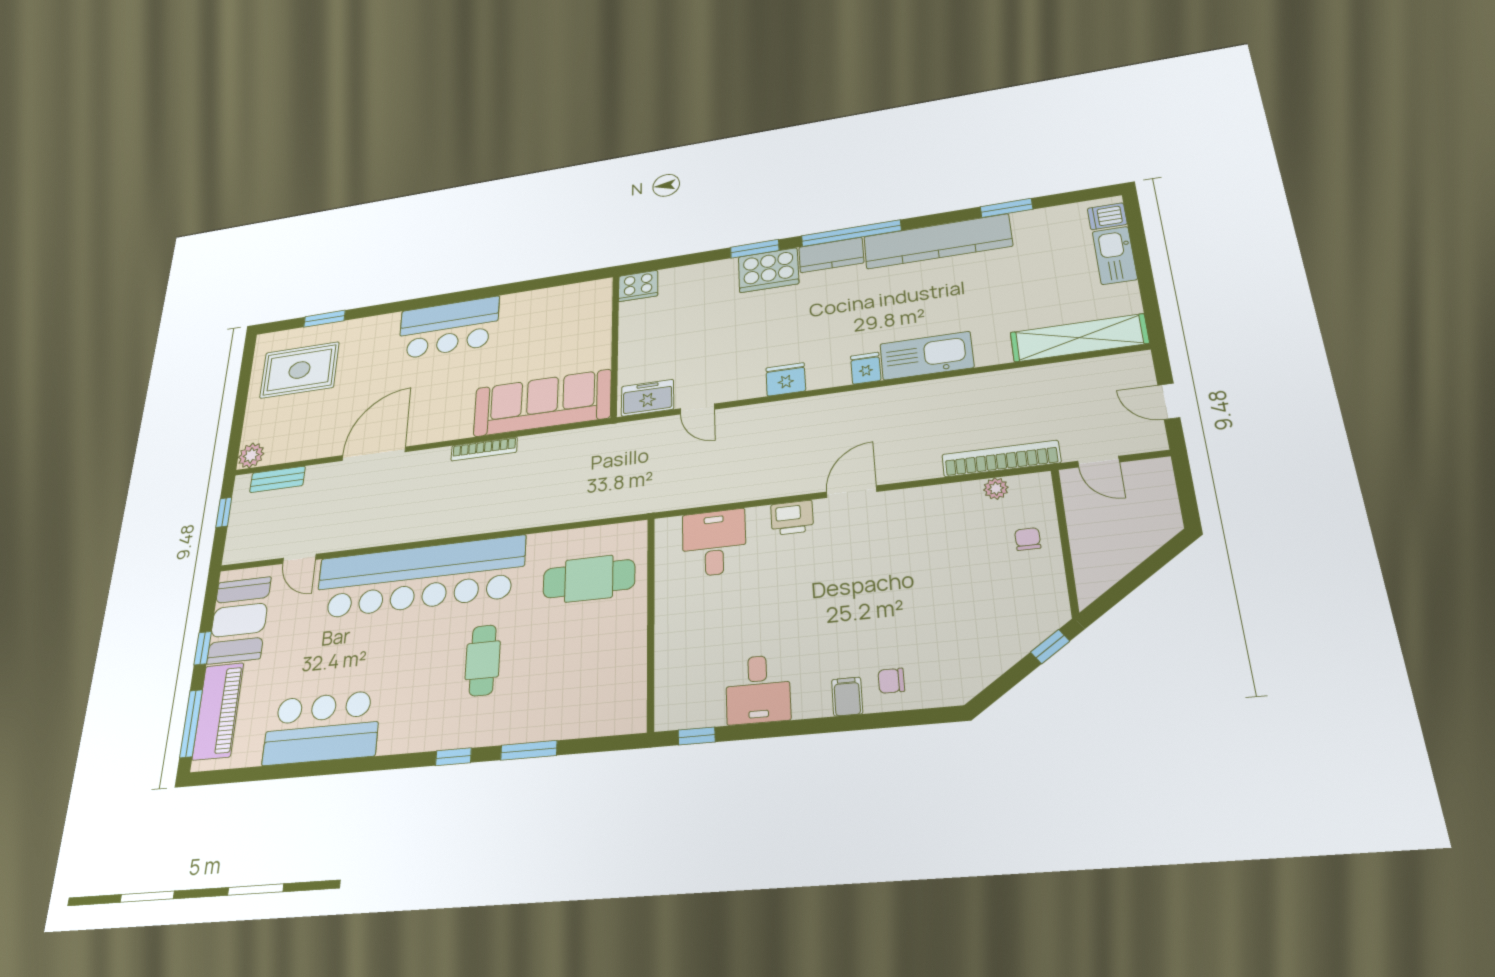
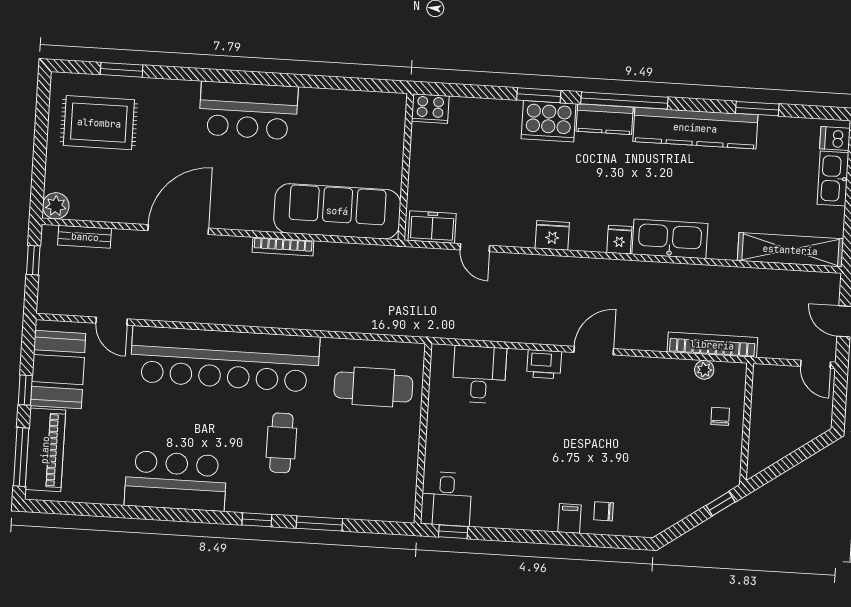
door: (1099, 462) -> (816, 364), moved
desk: (758, 689) -> (446, 499), moved
bar counter: (322, 728) -> (176, 481), moved

